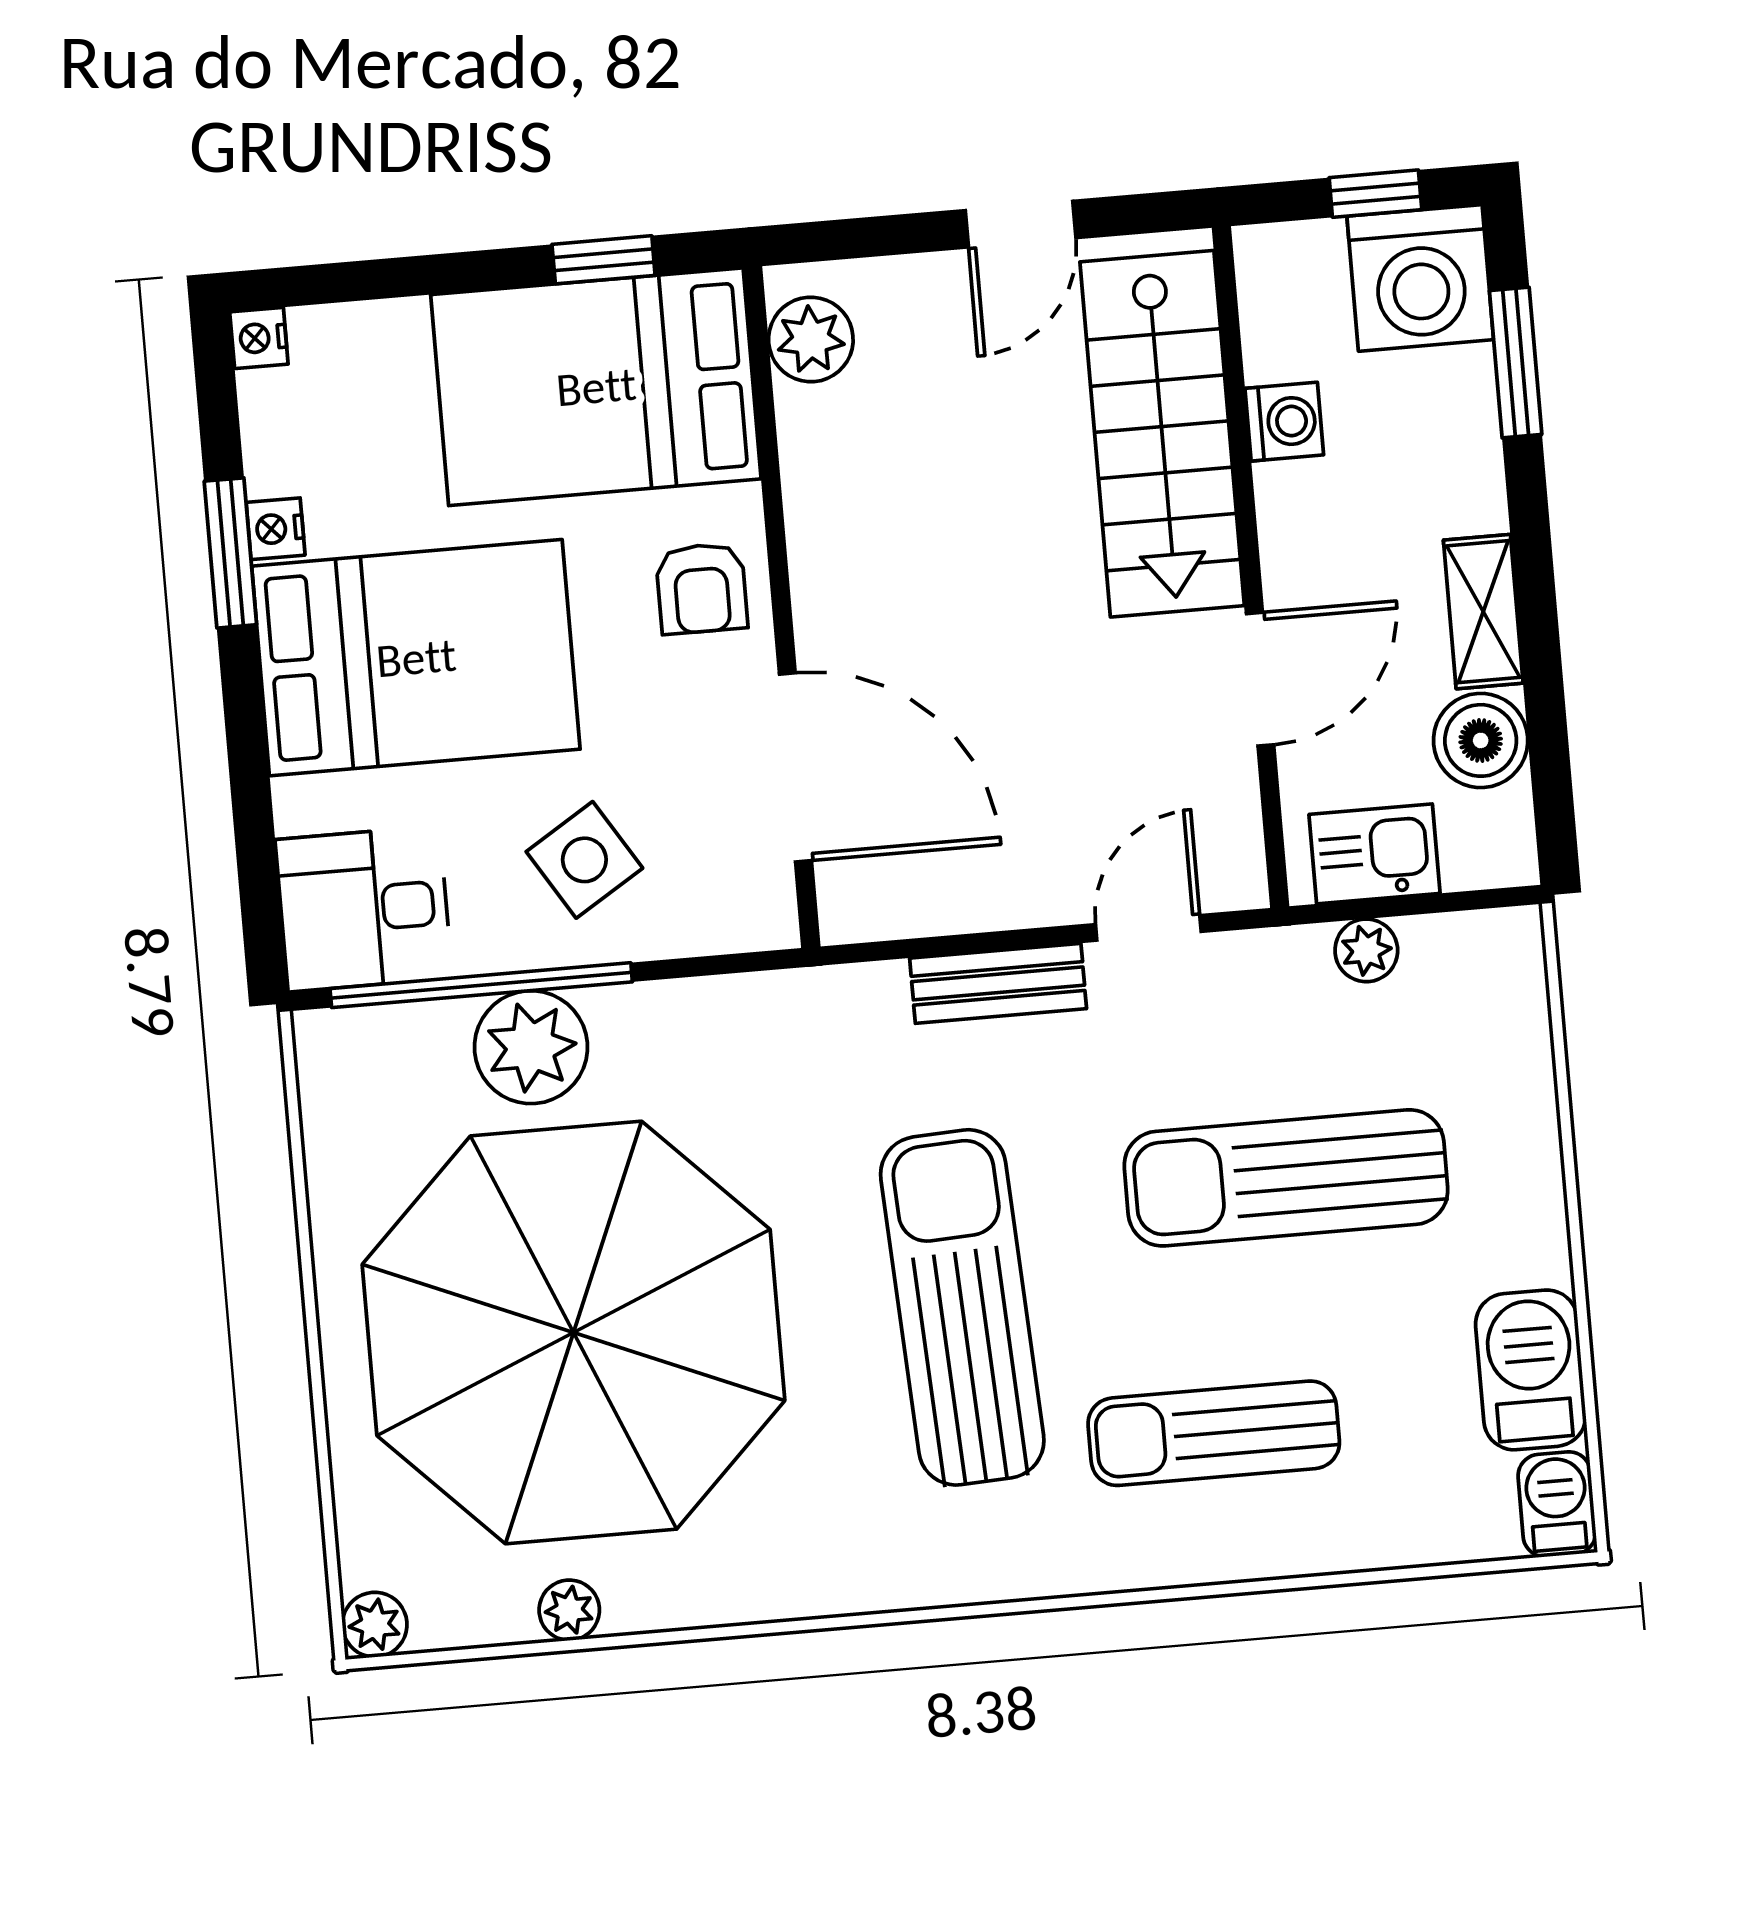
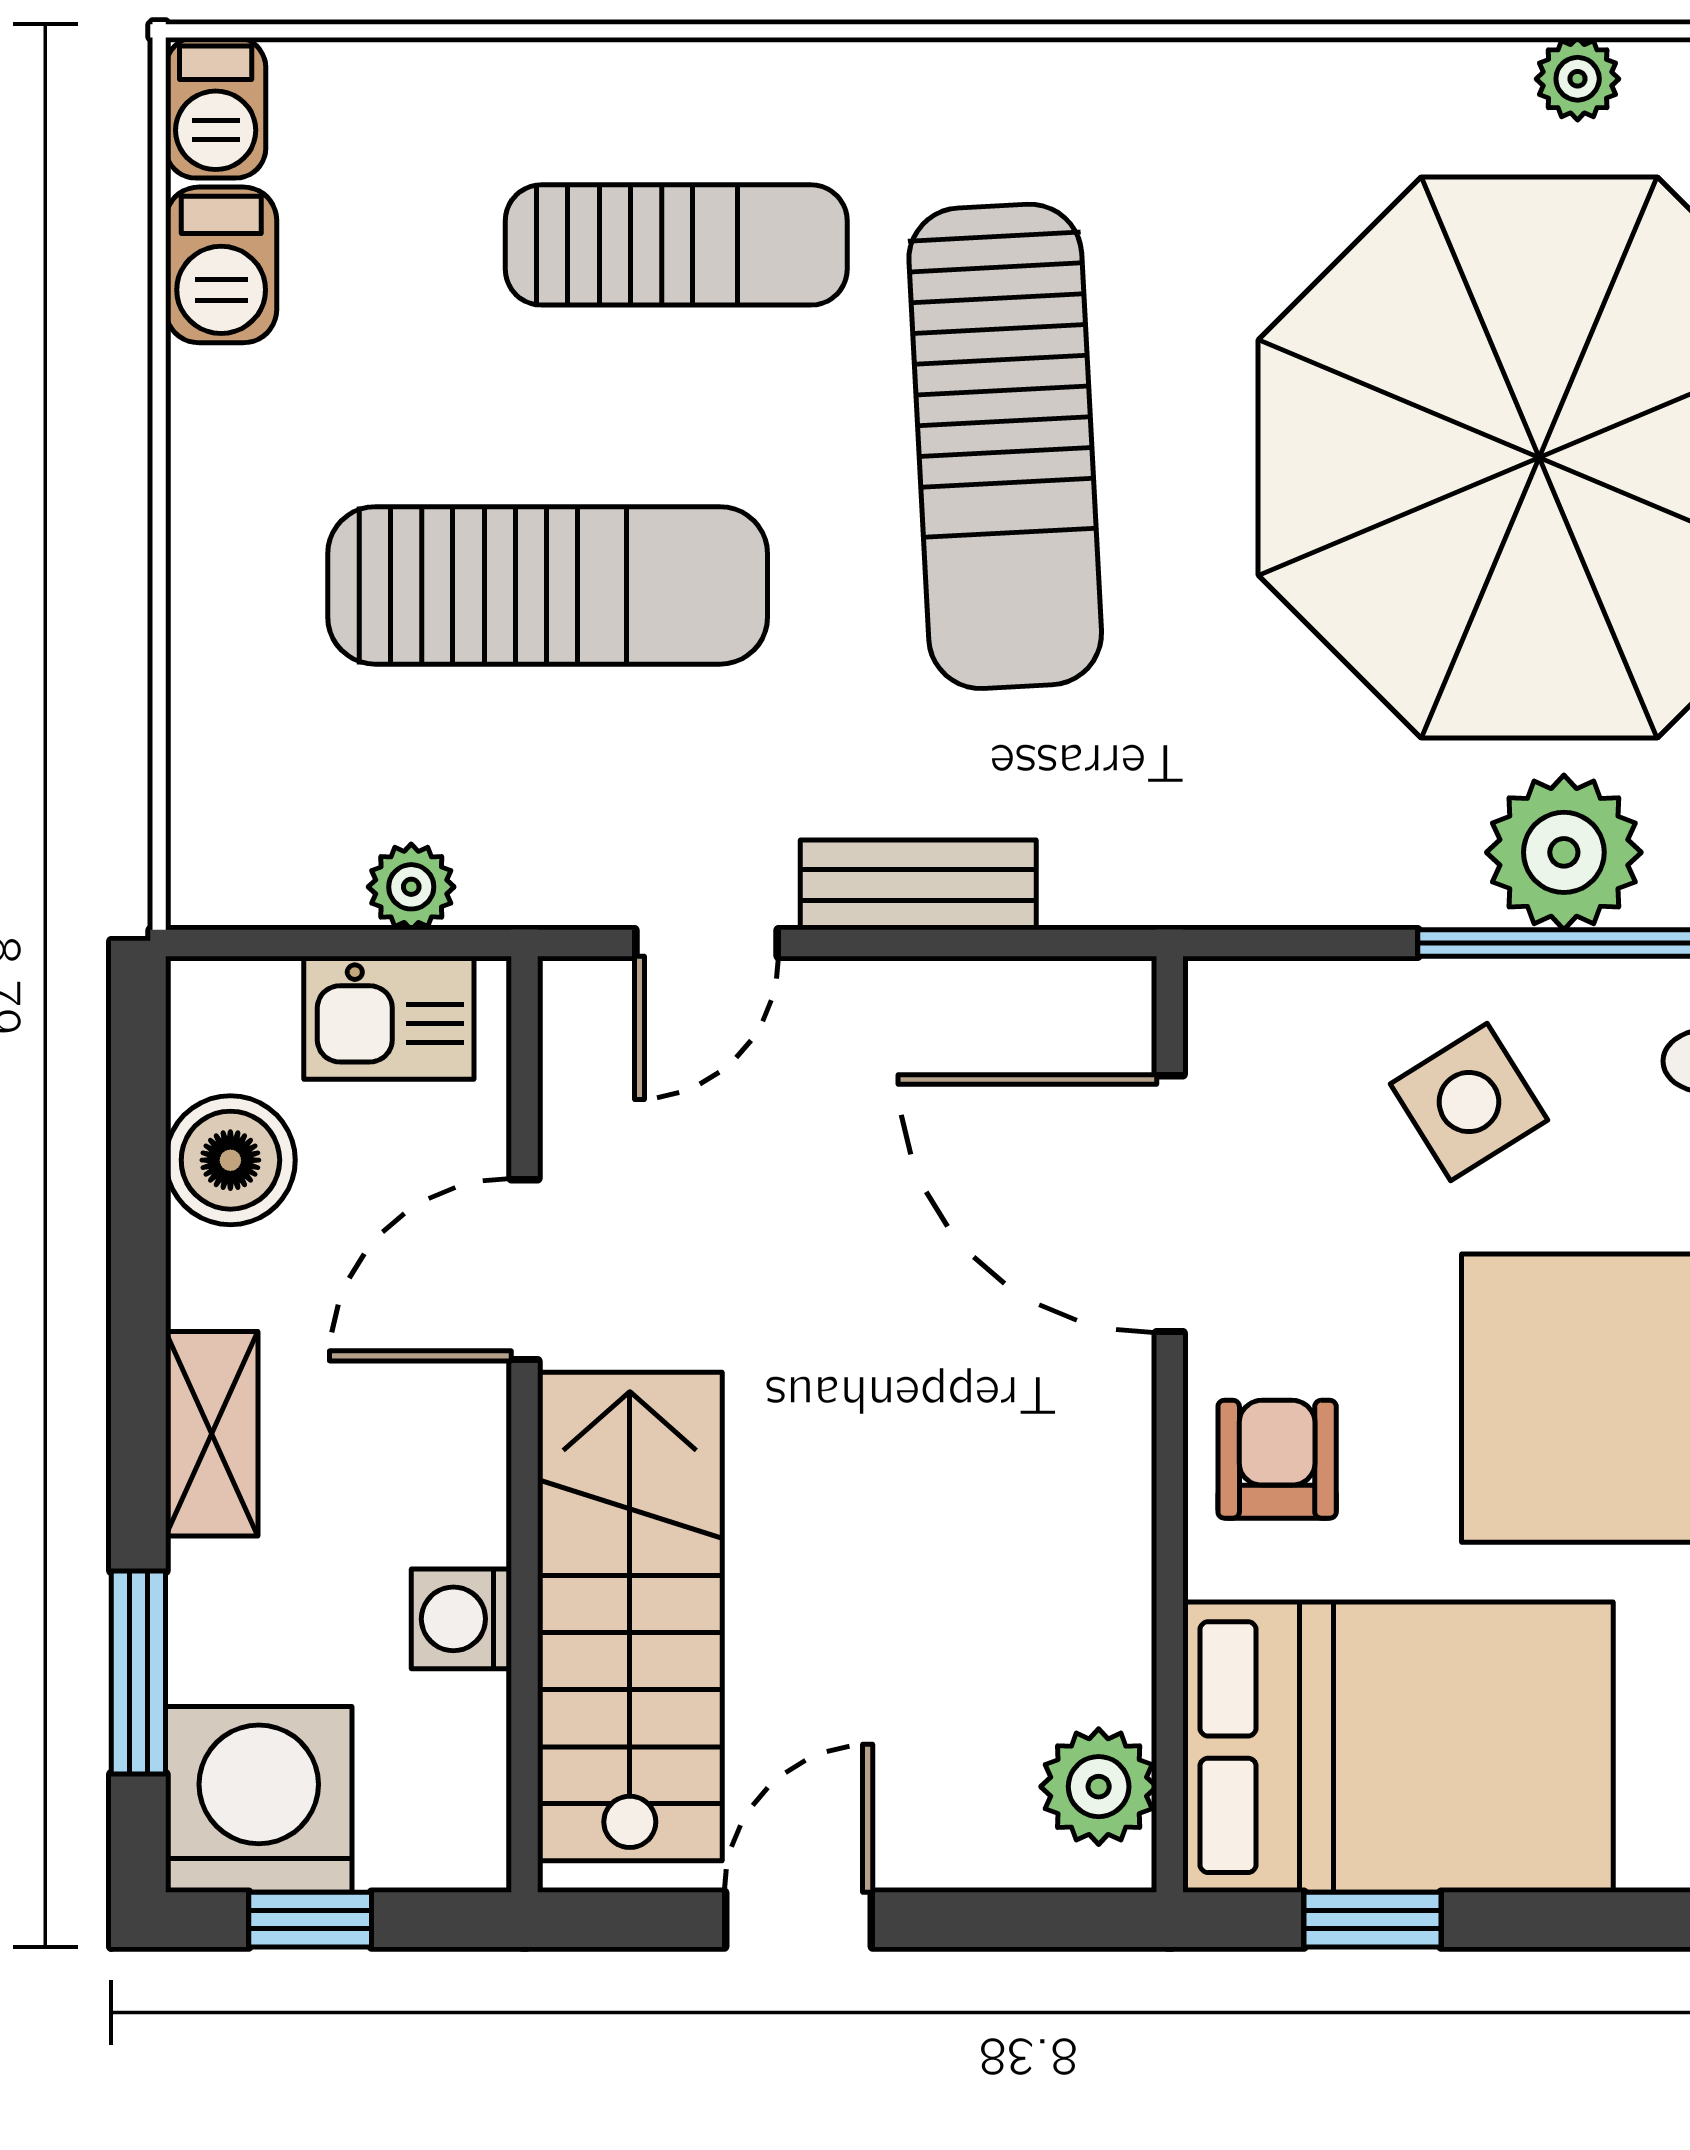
shelving: (1483, 612) -> (212, 1434), moved
barbecue: (1531, 1370) -> (221, 265), width x0.73, depth x0.79

